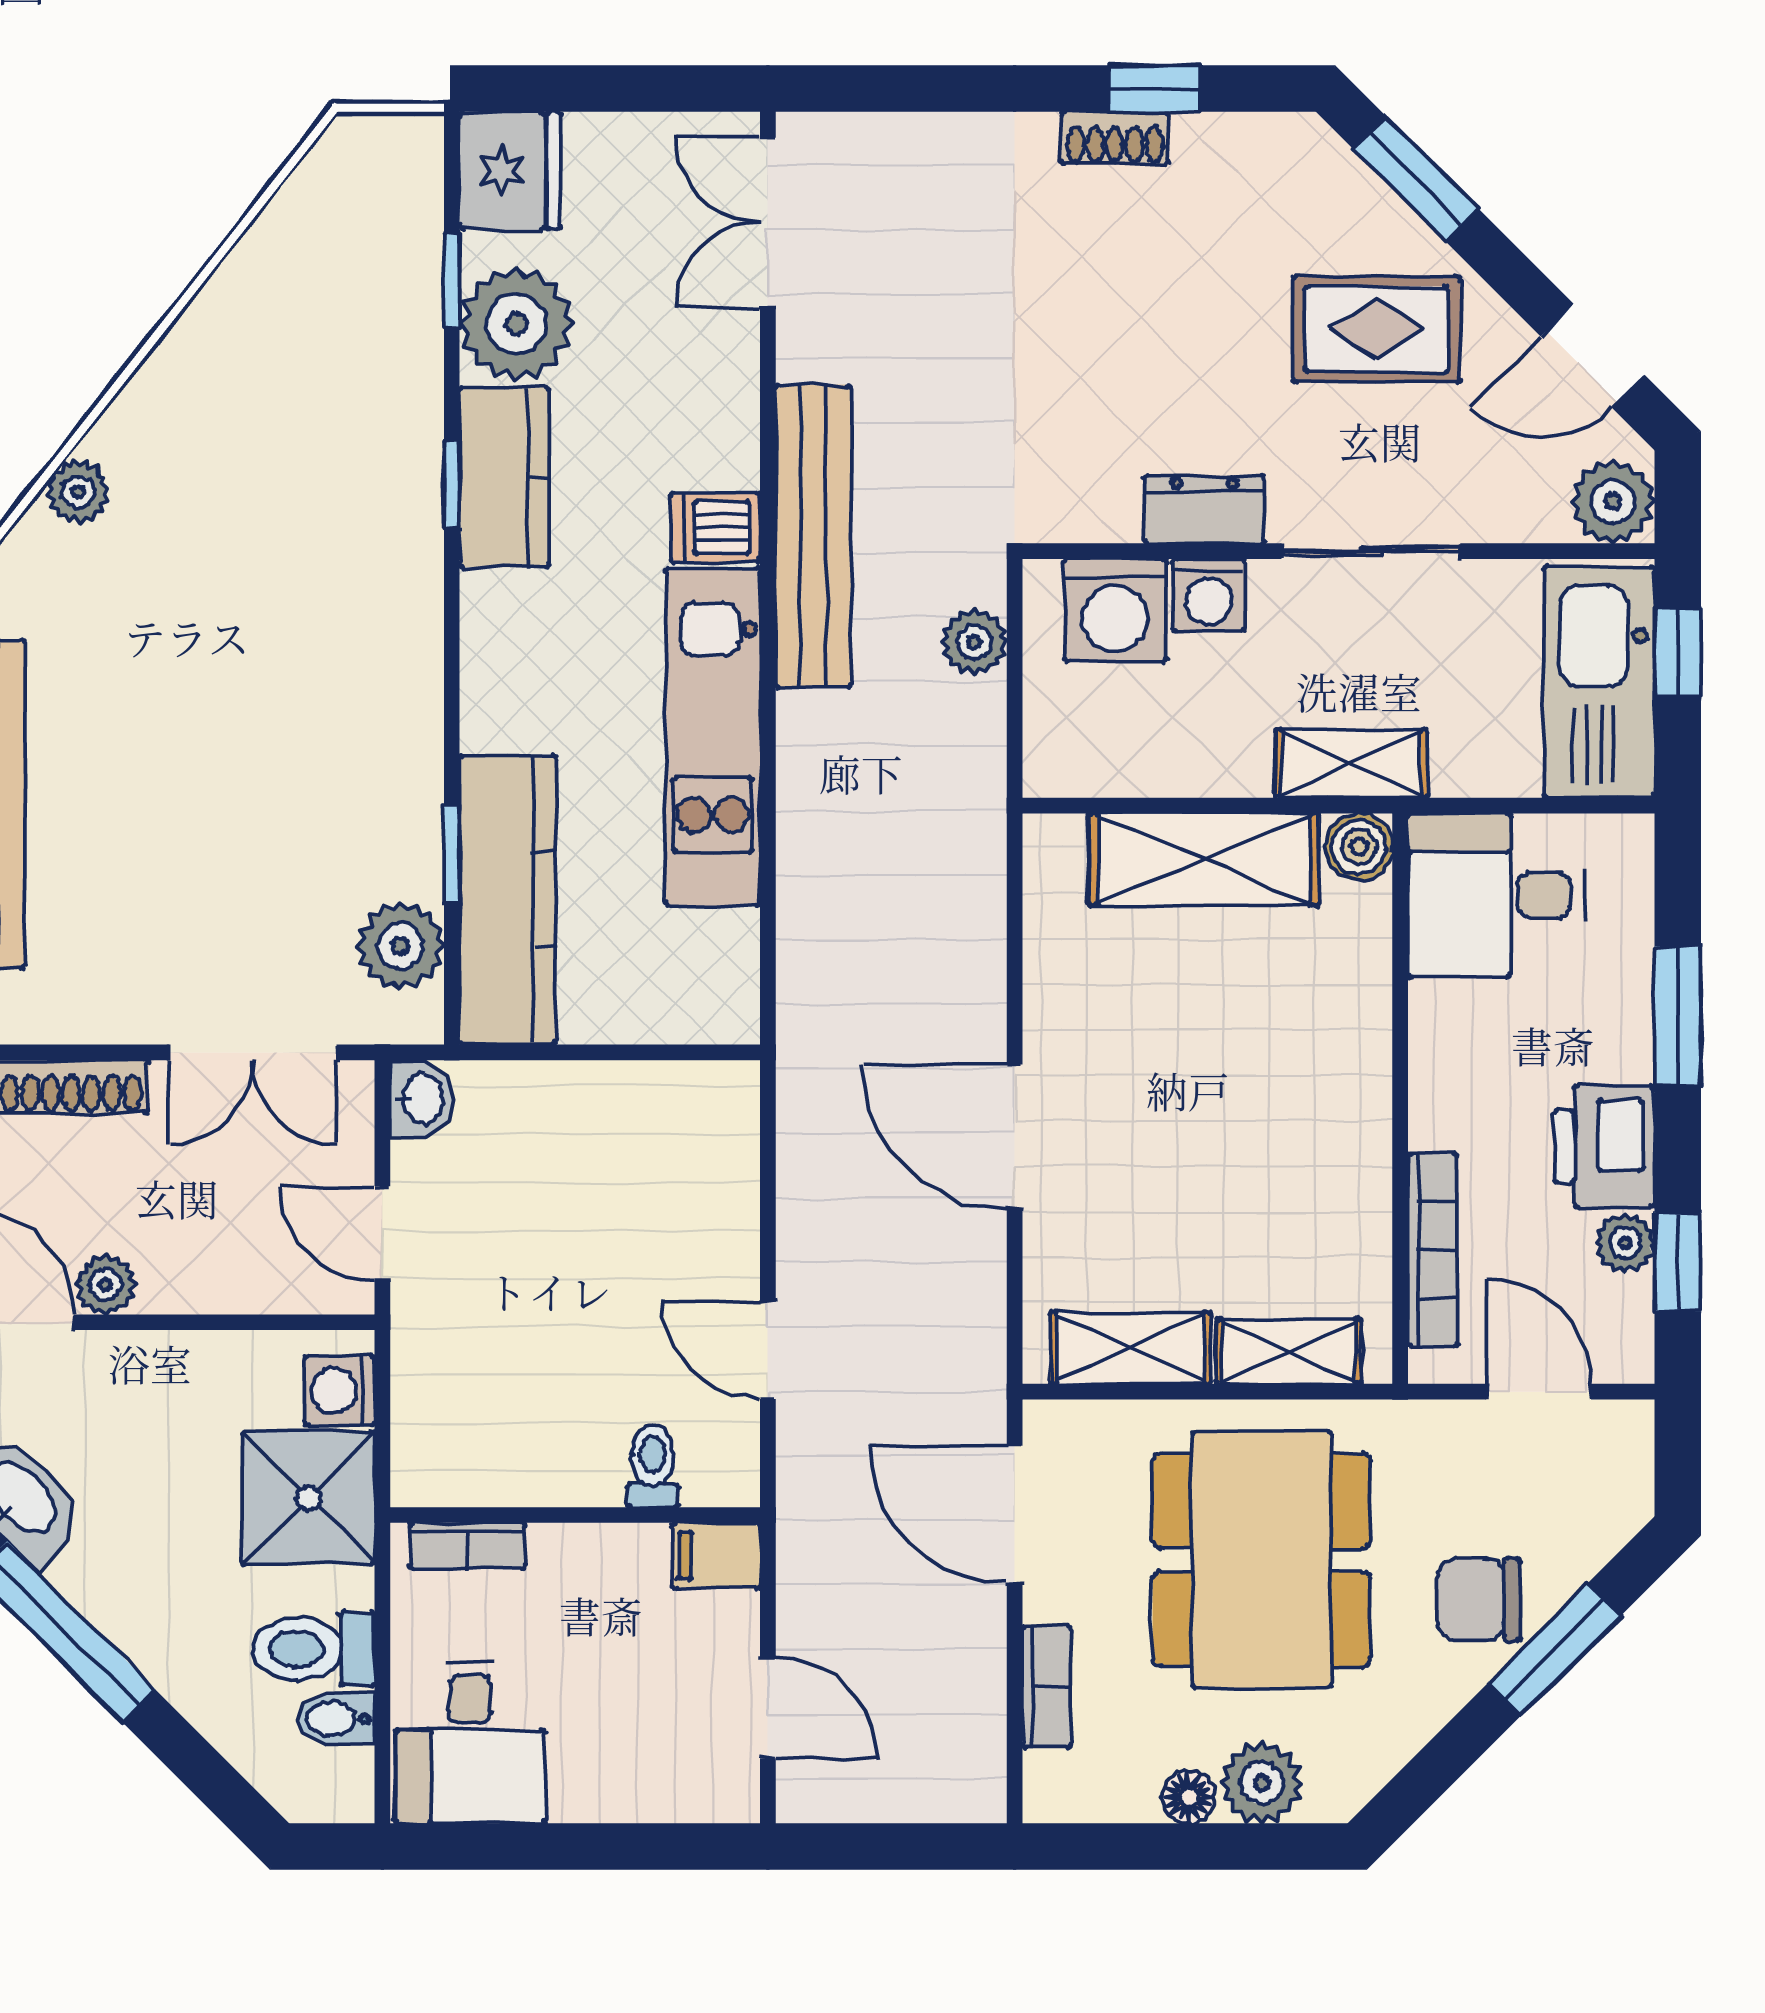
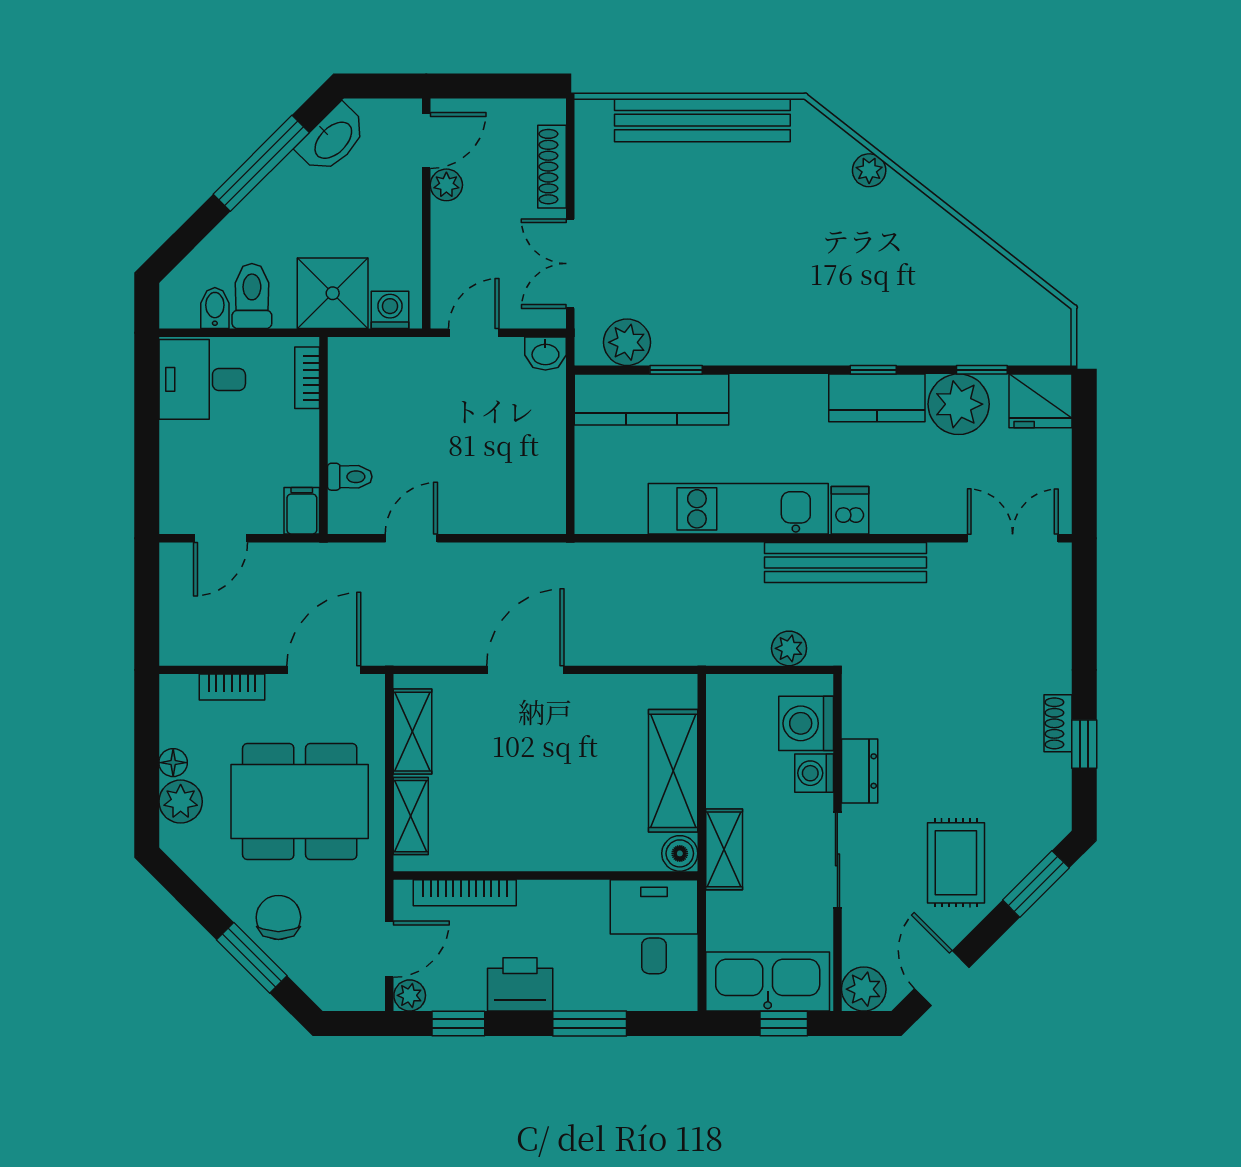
plant: (1625, 1243) -> (410, 995), moved

